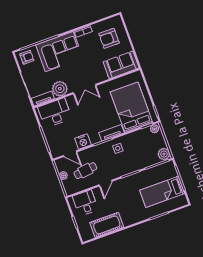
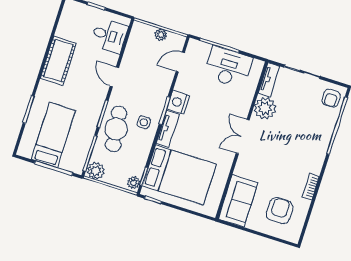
corner sofa: (59, 52) -> (309, 141), removed
desk: (55, 113) -> (228, 67), moved, turned -90
nightstand: (83, 142) -> (178, 102), moved
cafe table: (85, 171) -> (116, 129), moved, width x1.37, depth x1.35
cot: (107, 225) -> (58, 61), moved

